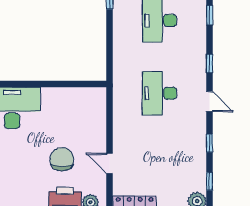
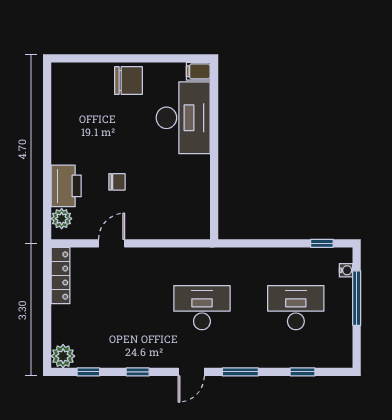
window: (209, 63) -> (240, 372), width x1.50
chair: (62, 159) -> (117, 182), width x0.54, depth x0.54

